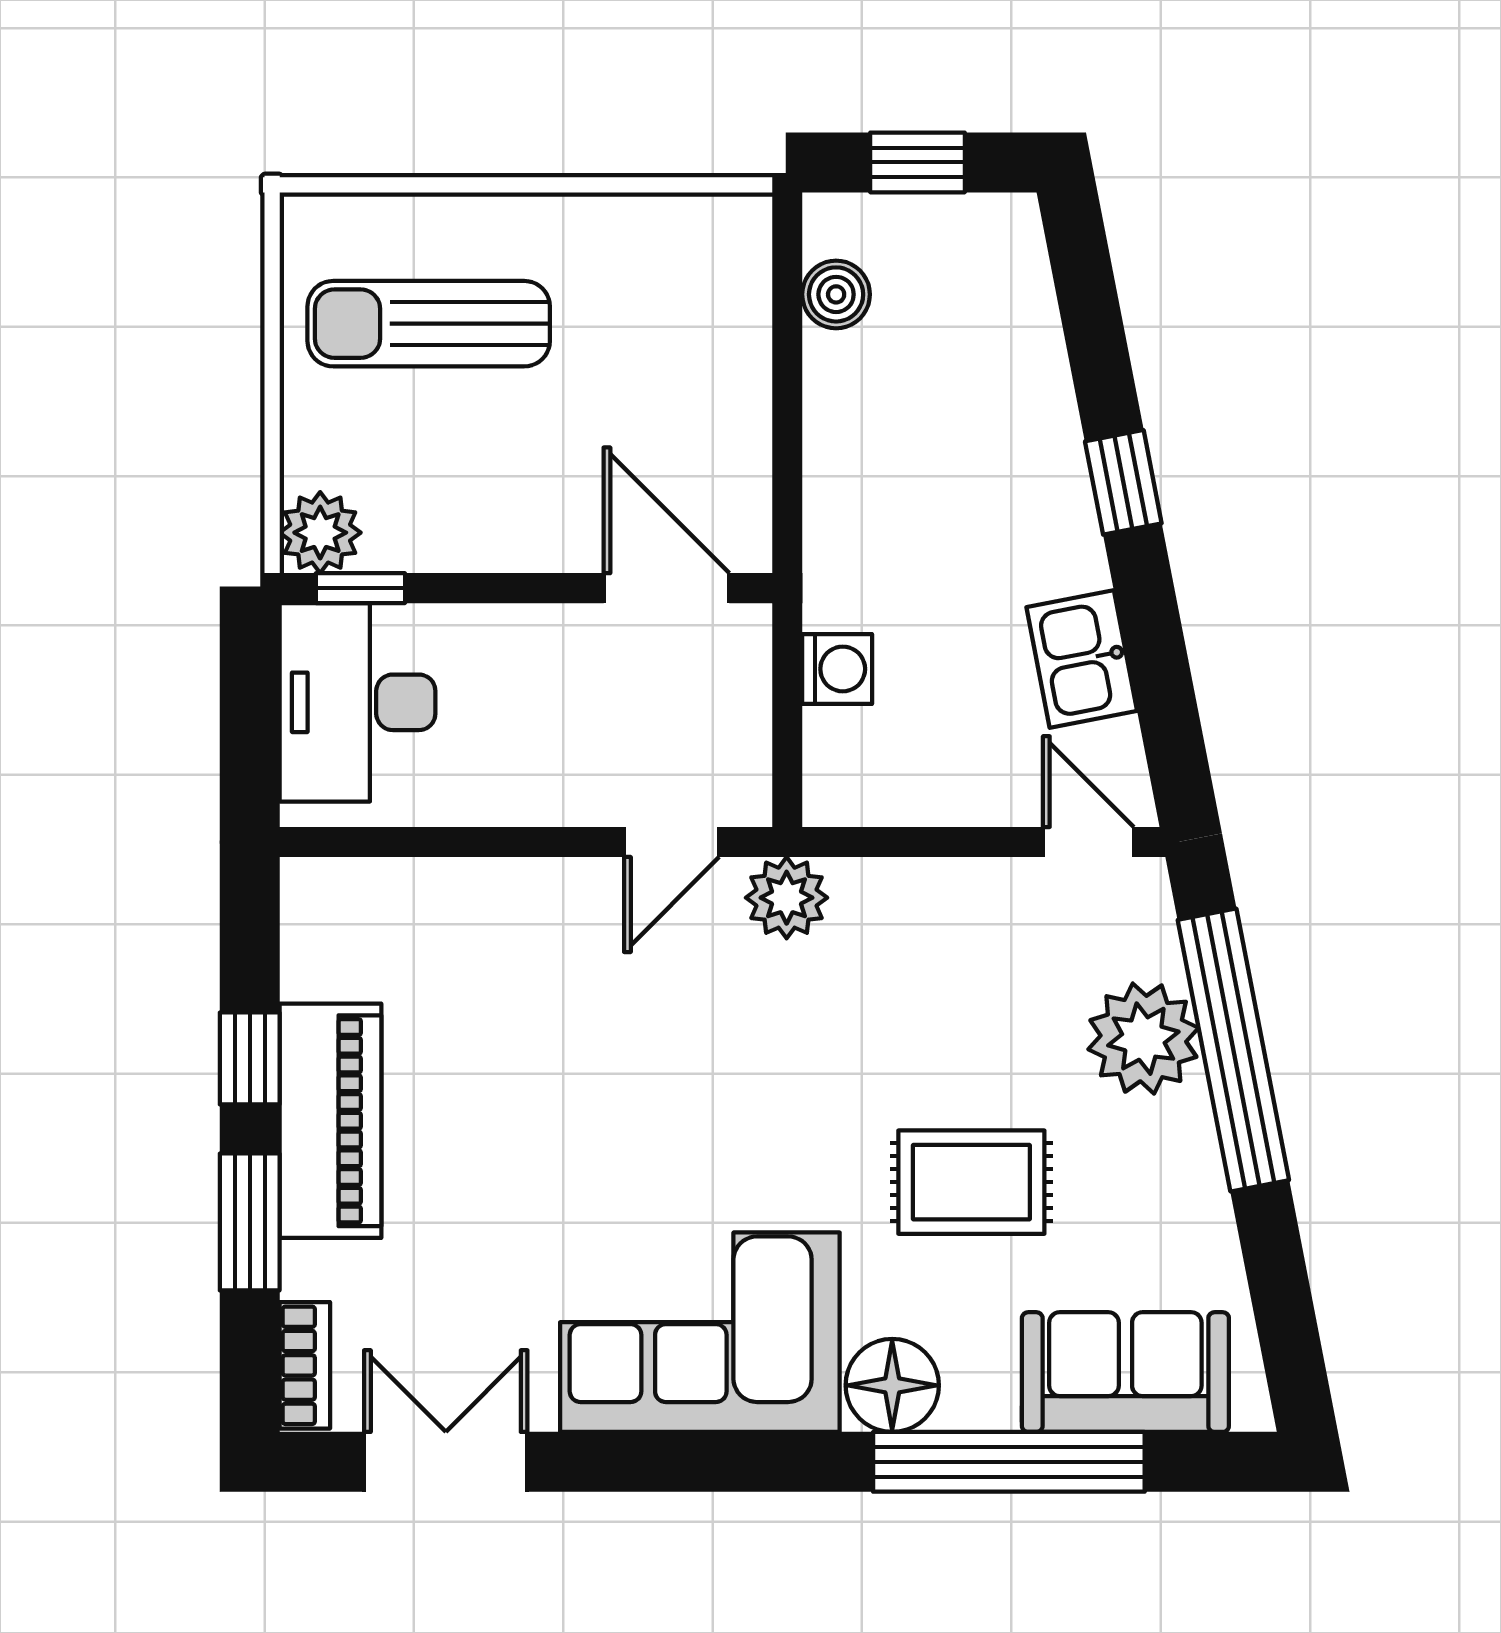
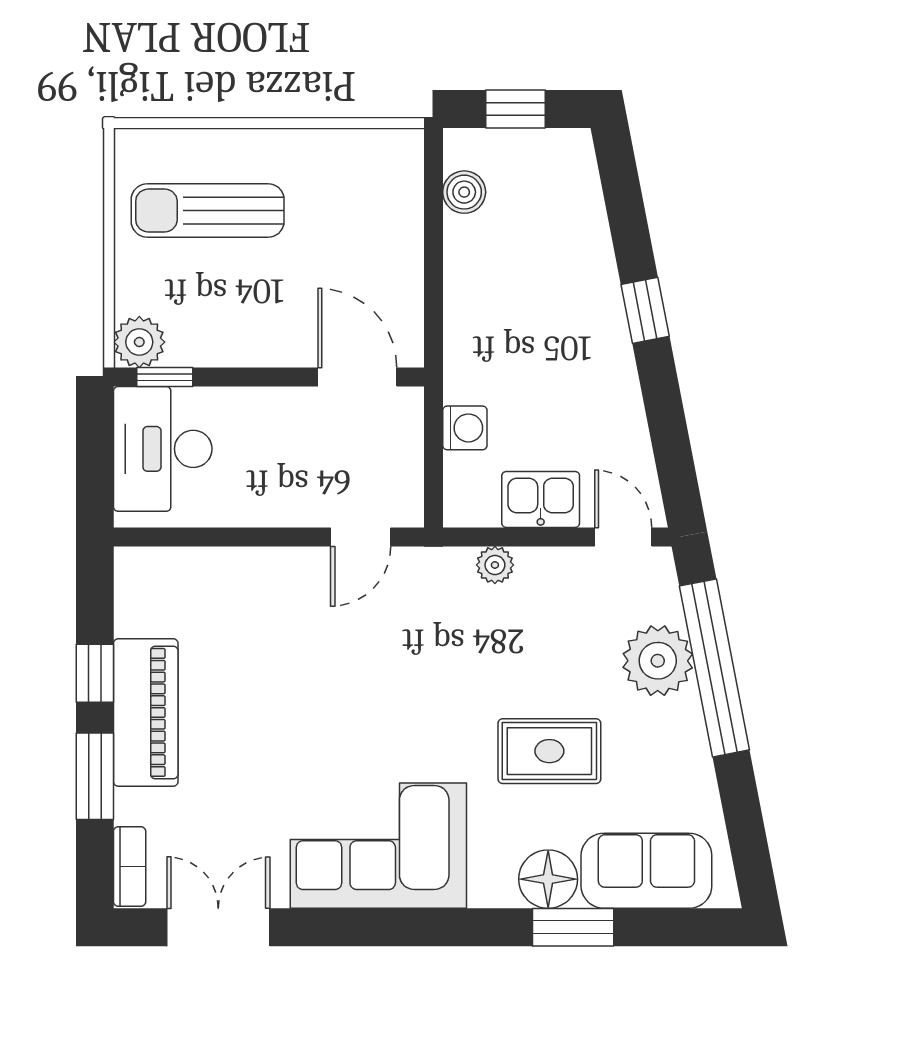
kitchen sink: (1082, 659) -> (541, 499), moved, turned 101
plant: (787, 898) -> (495, 565), moved, width x0.73, depth x0.73
floor lamp: (892, 1385) -> (548, 879), moved
window: (1009, 1462) -> (573, 927), width x0.47

